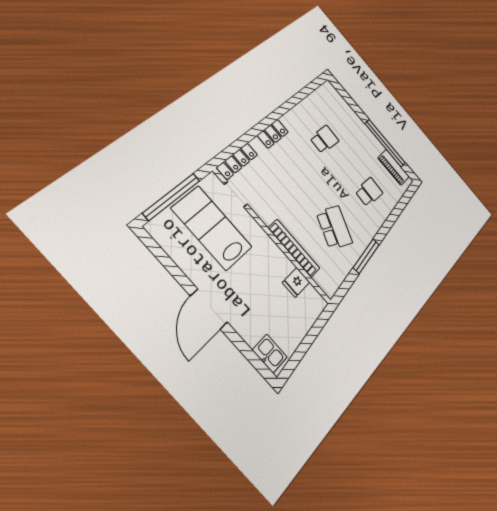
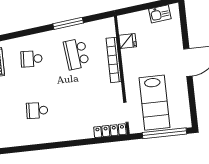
locker: (273, 134) -> (72, 134), removed
school desk: (334, 227) -> (76, 54), turned -30
kitchen sink: (270, 354) -> (160, 14), moved, turned -96

